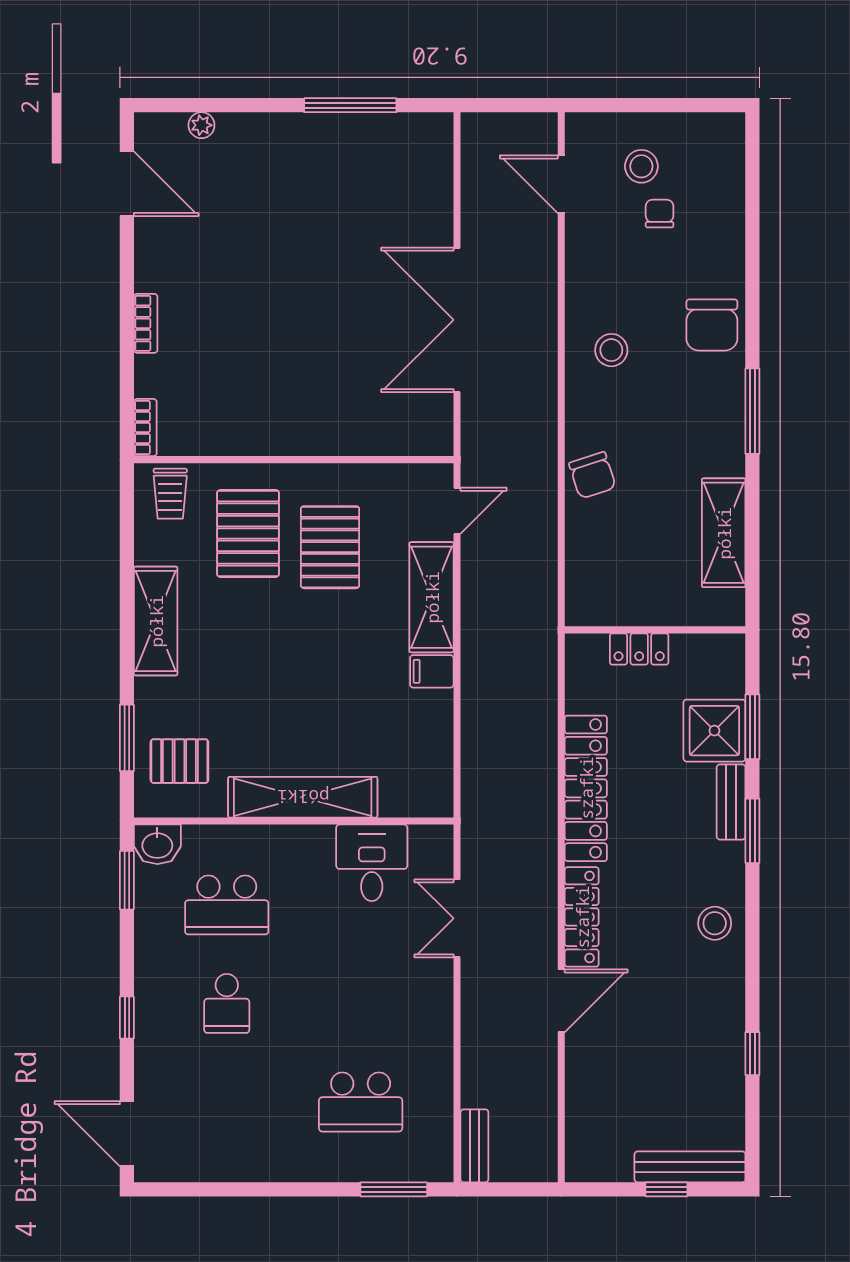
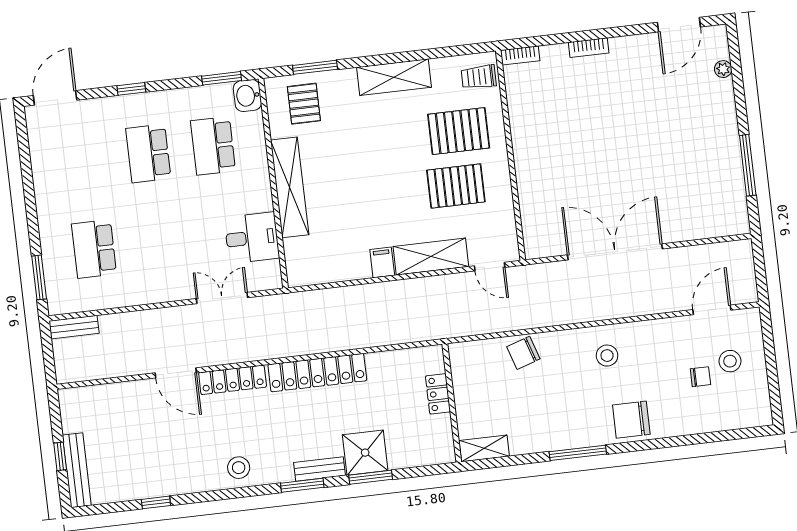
shelving: (724, 533) -> (484, 448), width x0.67, depth x0.75
wall: (655, 630) -> (452, 403), moved
locker: (639, 649) -> (438, 394), moved
school desk: (227, 1003) -> (148, 153), width x1.85

